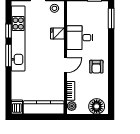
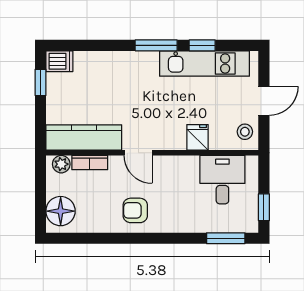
desk: (80, 38) -> (222, 180), moved
kitchen unit: (18, 39) -> (204, 63), width x0.73
kitchen counter: (44, 107) -> (84, 137), moved, turned -90
window: (28, 117) -> (40, 82), added

